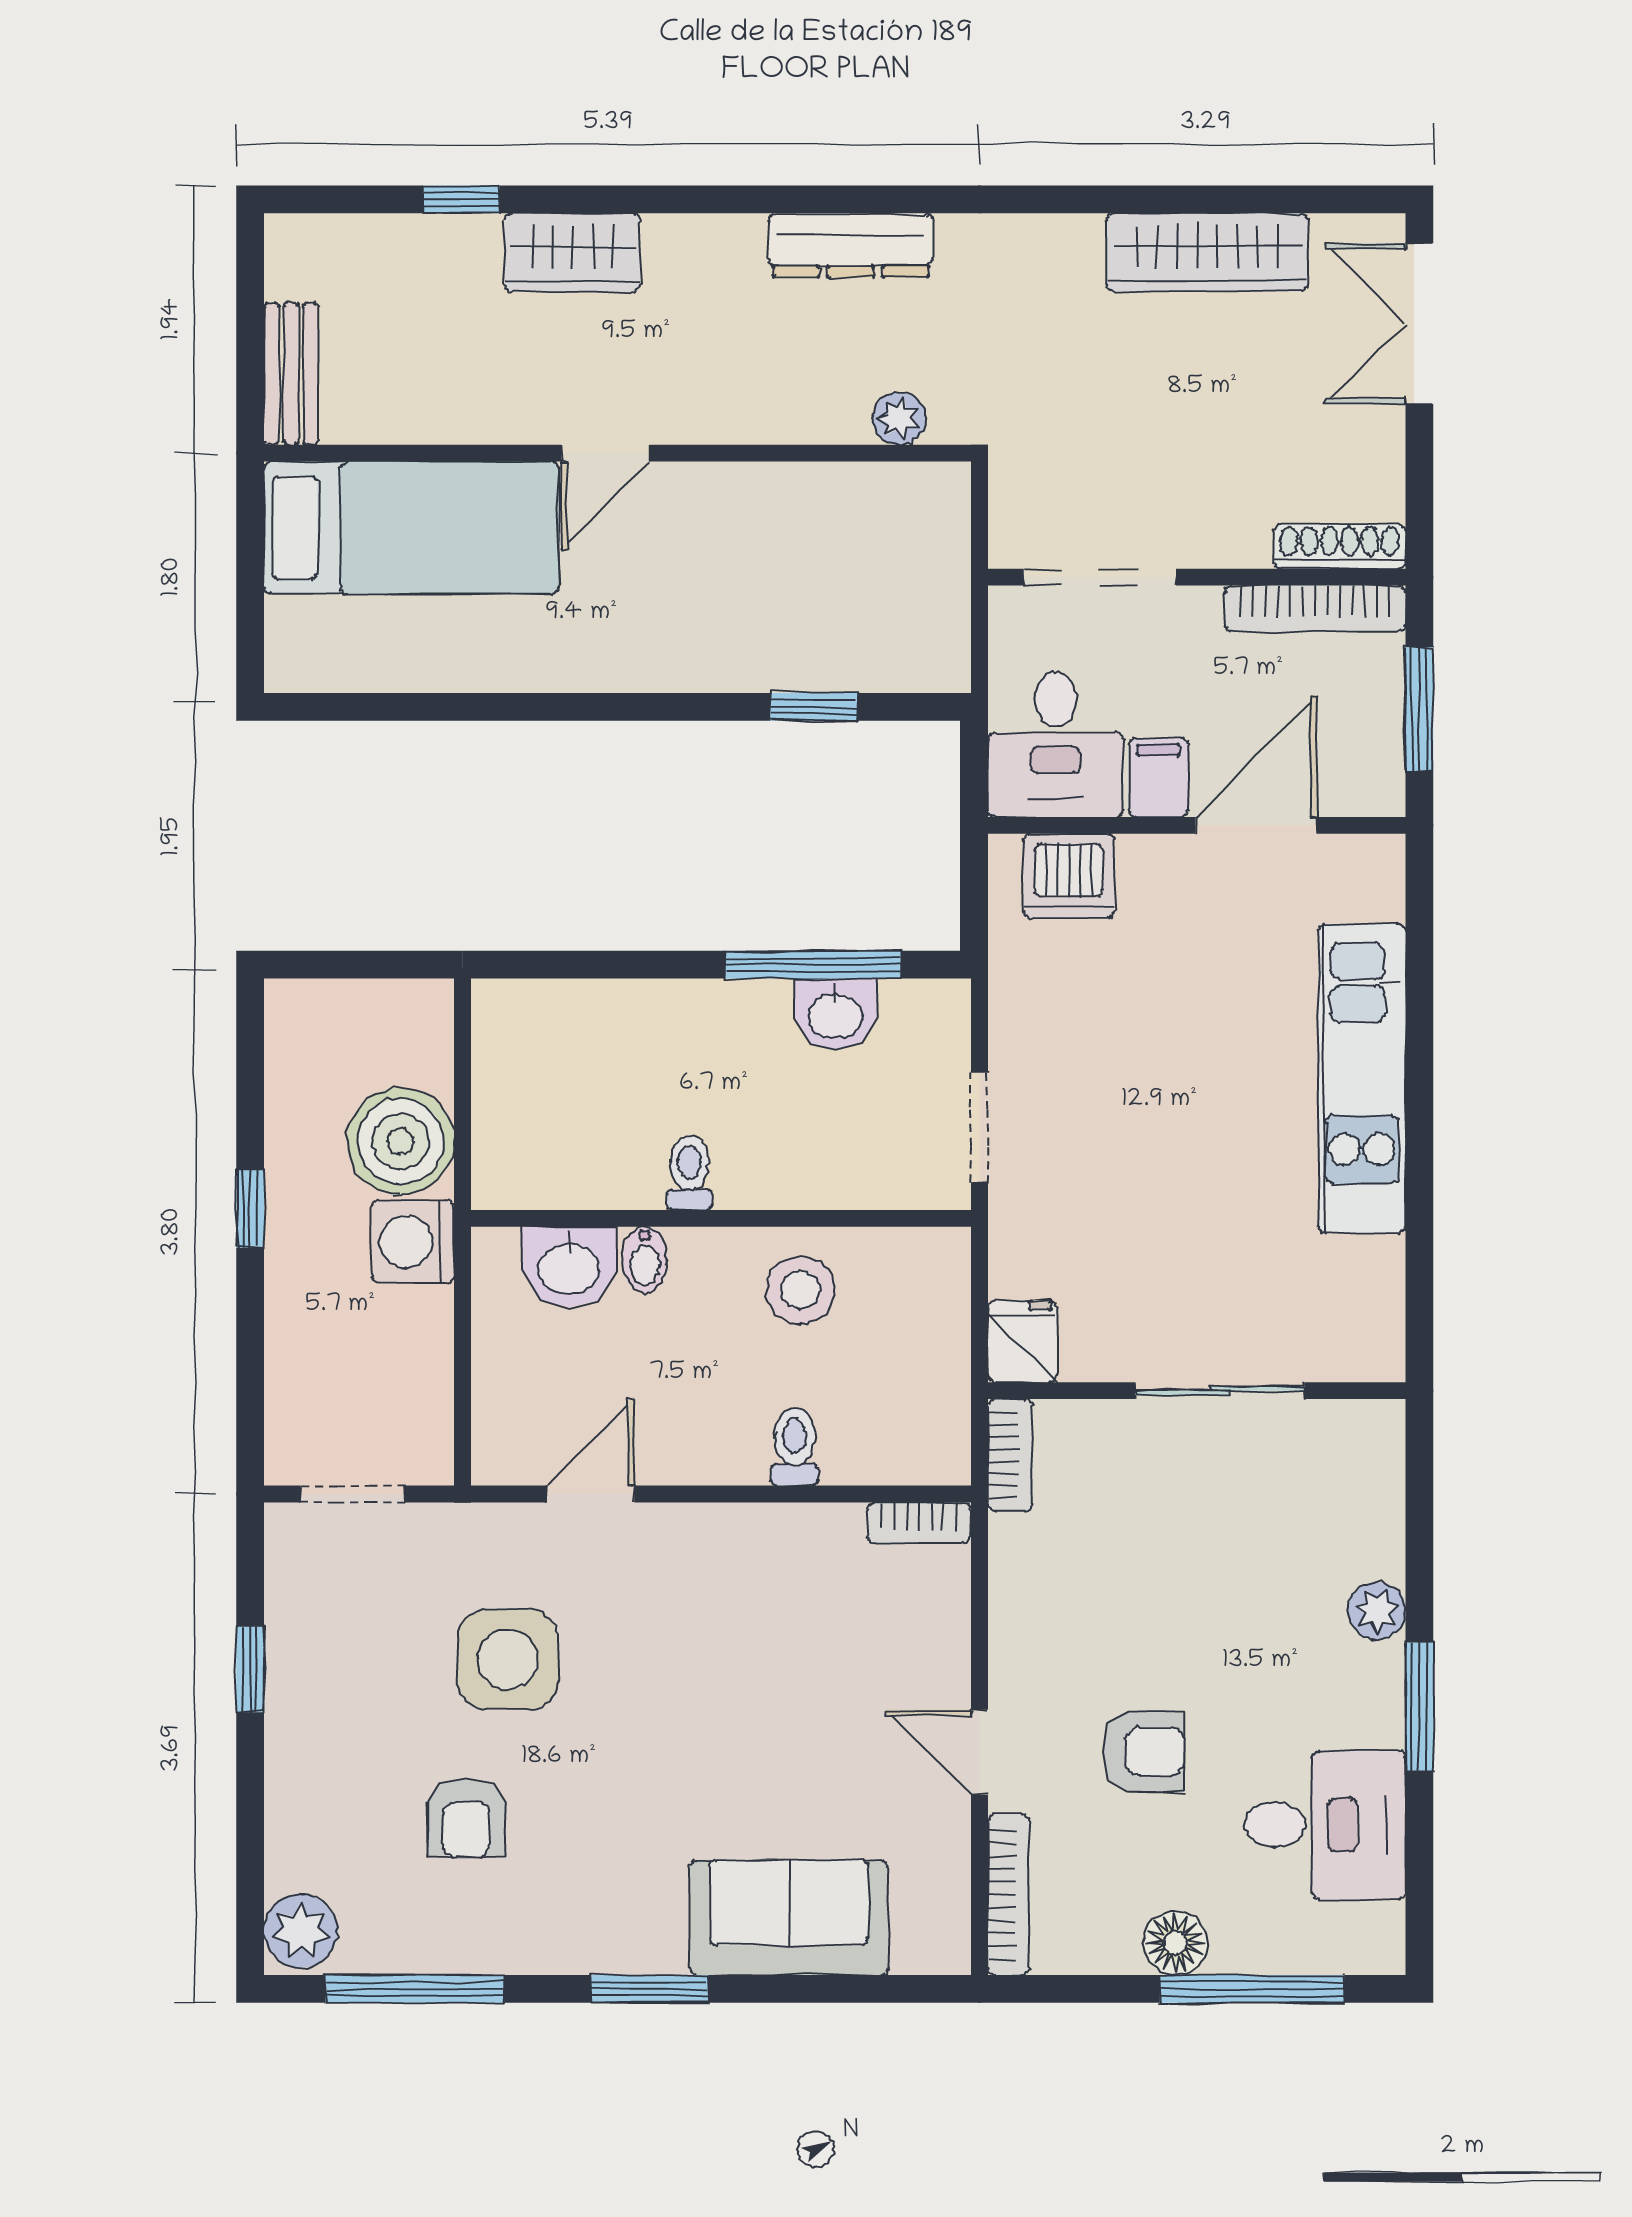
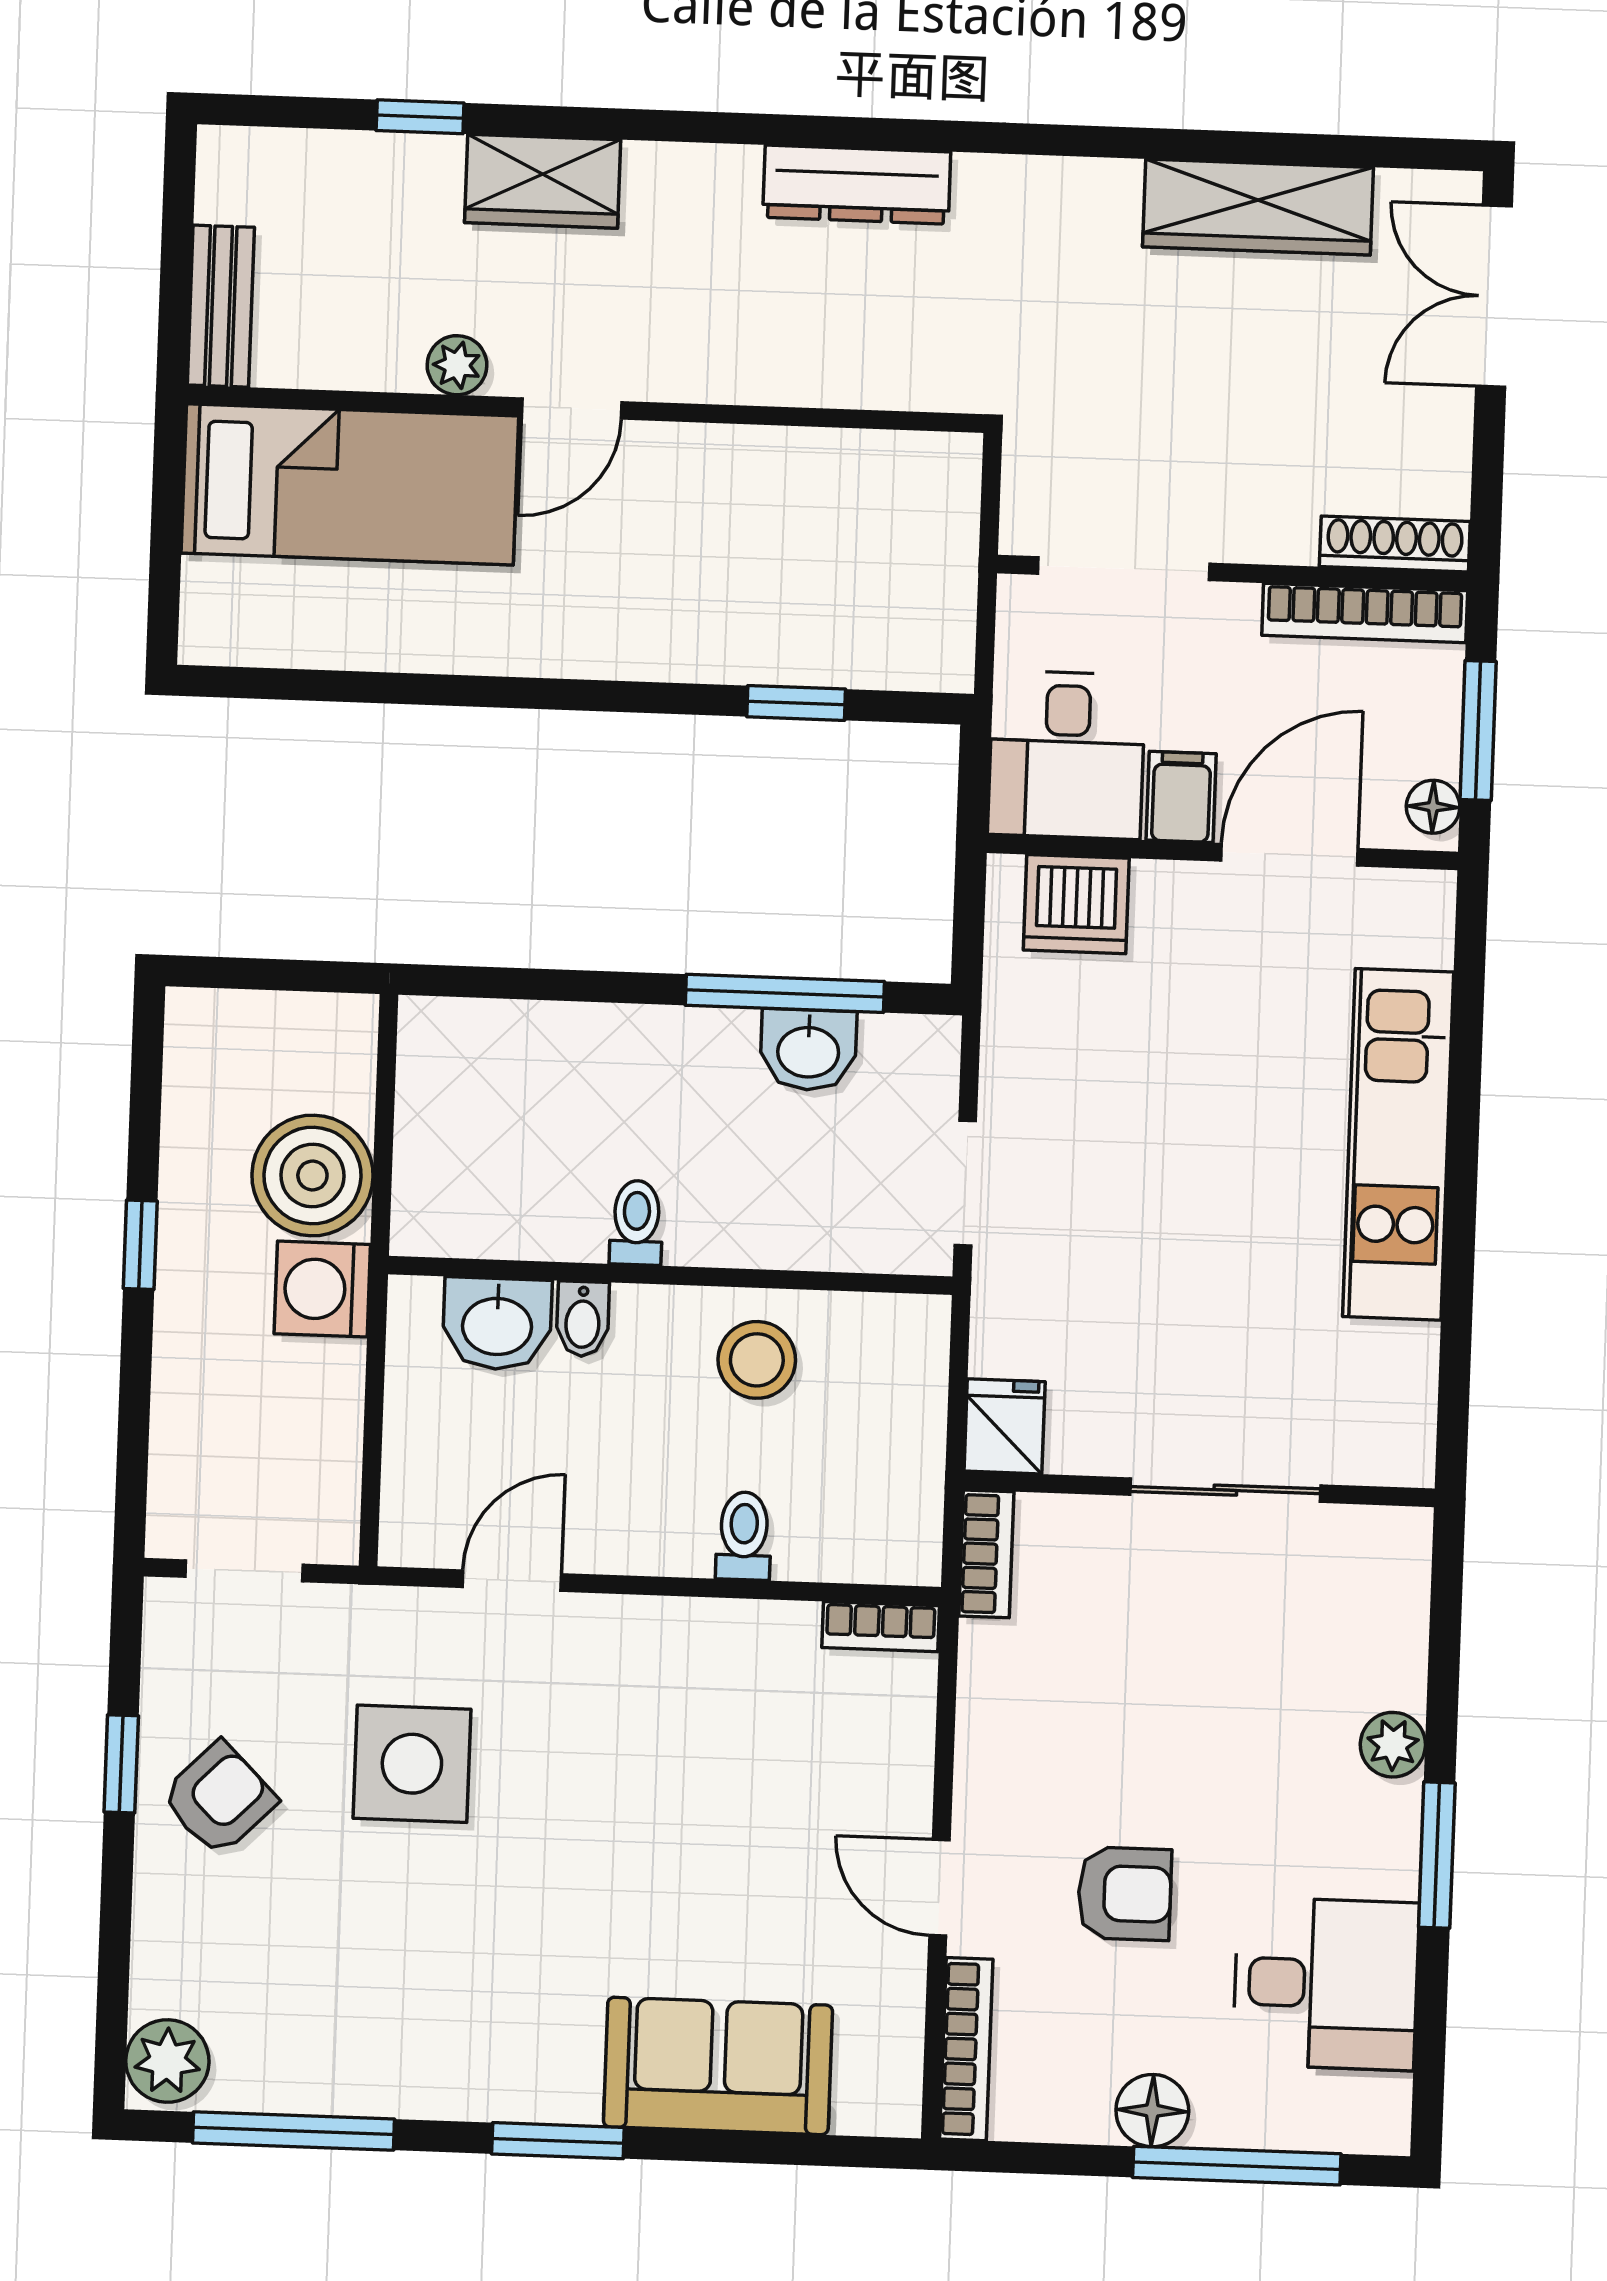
plant: (899, 418) -> (457, 365), moved
floor lamp: (1382, 778) -> (1433, 807), added
armchair: (467, 1818) -> (219, 1799), moved, turned -135

